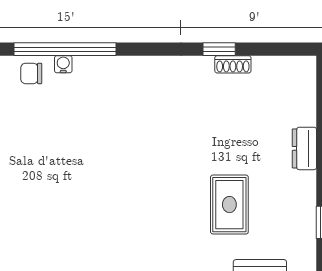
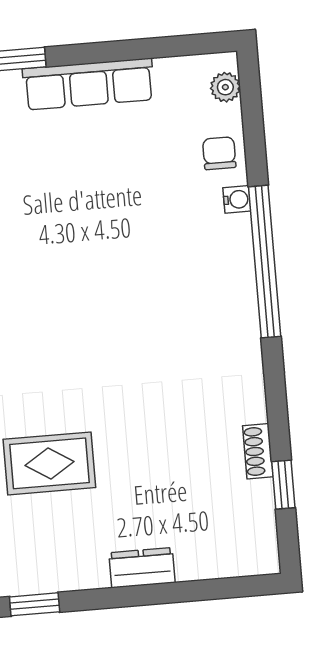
window: (65, 49) -> (265, 262), moved
window: (219, 49) -> (283, 485), moved

